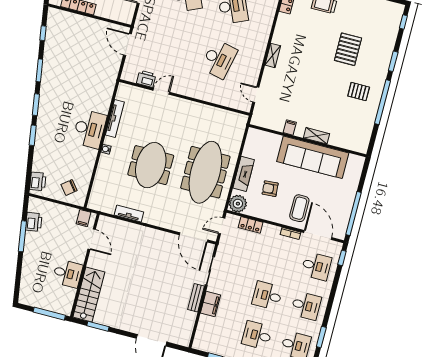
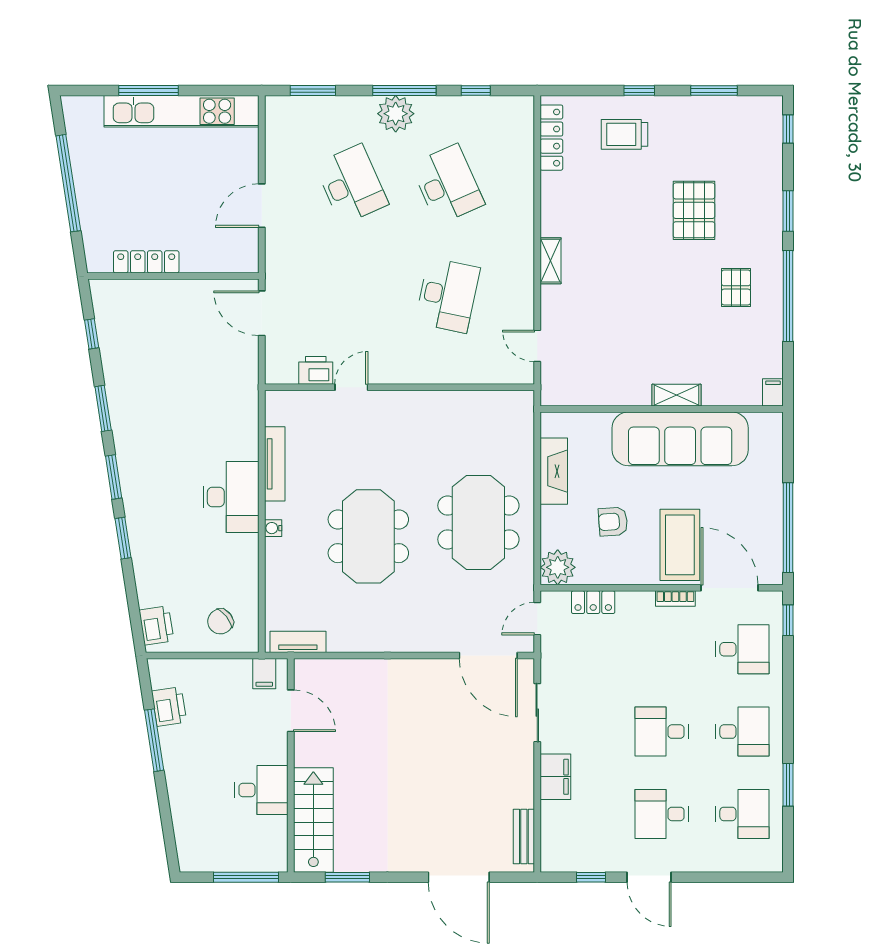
pallet: (359, 92) -> (736, 287), turned 90
filing cabinet: (290, 127) -> (773, 392), moved
meeting table: (205, 172) -> (478, 522), width x0.73
fireplace: (244, 174) -> (554, 471), moved
coffee table: (299, 208) -> (680, 545), width x1.36, depth x1.32
tv unit: (129, 214) -> (298, 642), moved
bench: (196, 298) -> (524, 837), moved

